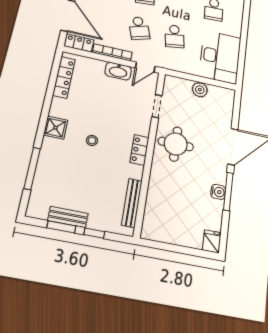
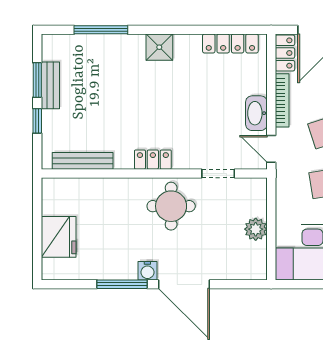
stool: (92, 140) -> (152, 96), removed
water cooler: (218, 192) -> (147, 271), moved
fridge: (212, 241) -> (59, 237), moved, width x1.88, depth x1.34

